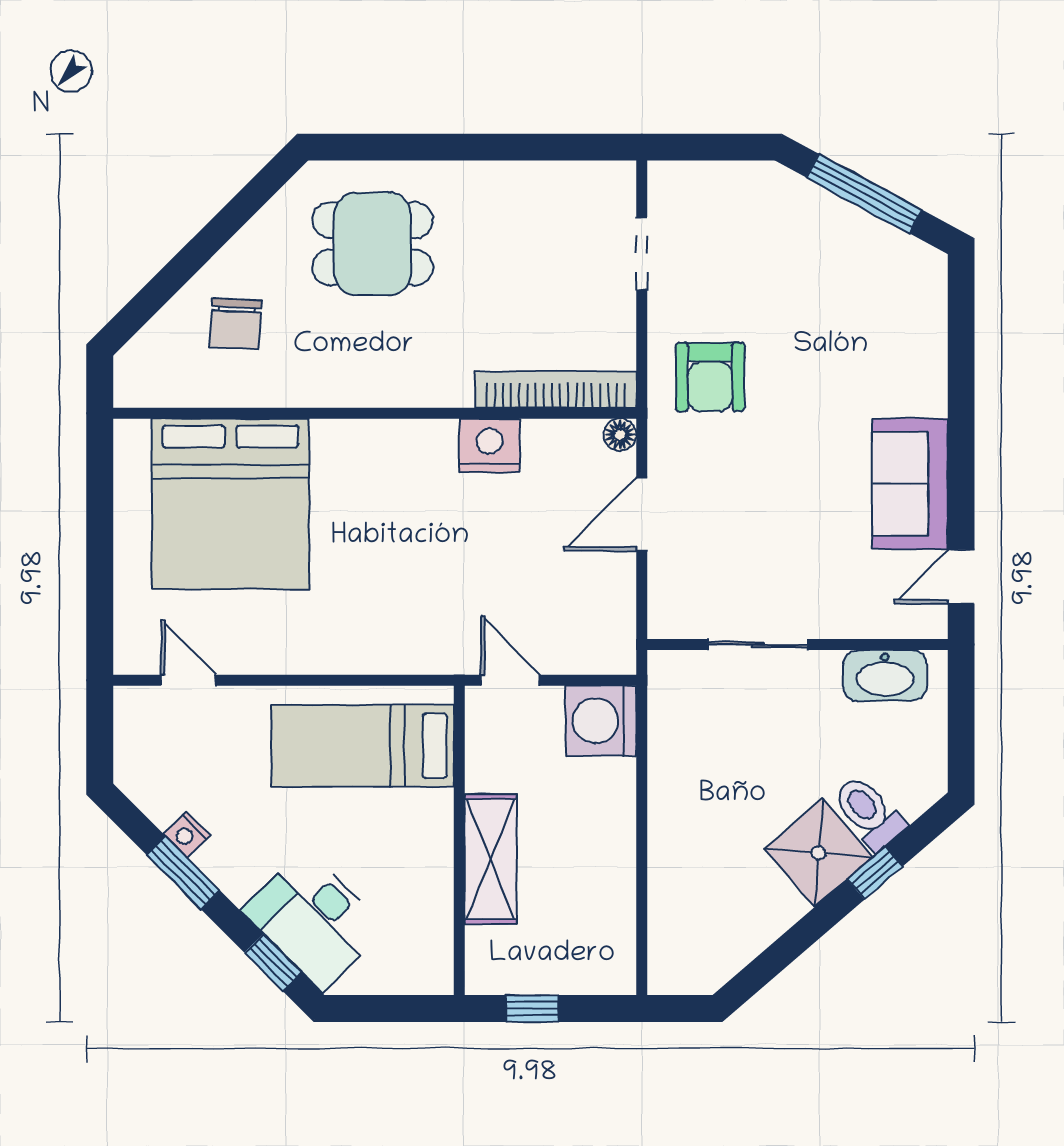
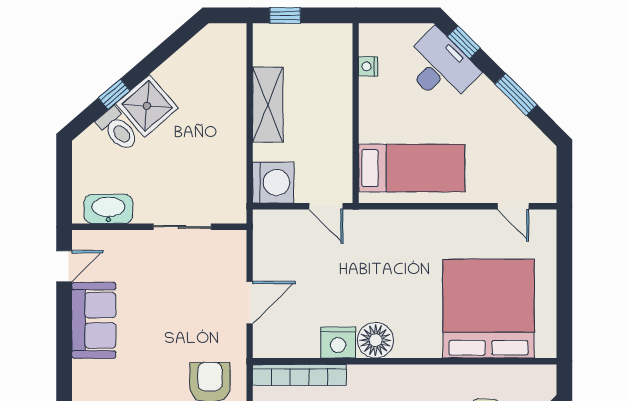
floor lamp: (620, 435) -> (375, 340), moved, width x1.89, depth x1.89
nightstand: (187, 834) -> (368, 66), moved, turned -135
shelving: (491, 859) -> (268, 105), moved
window: (532, 1009) -> (285, 15), moved

